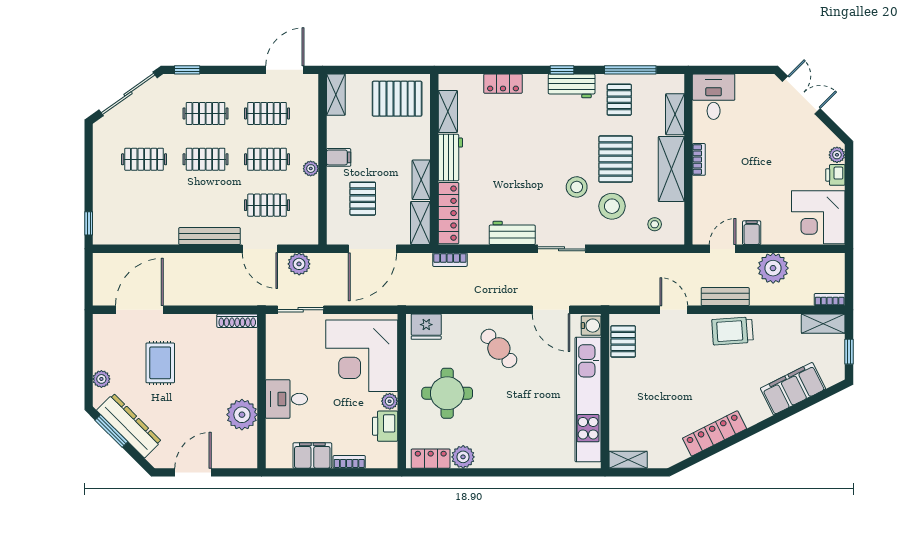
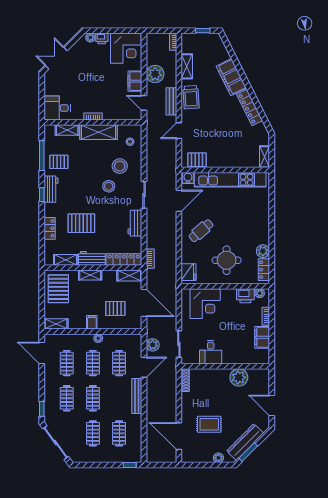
pallet: (616, 159) -> (81, 223), moved
shelving: (421, 180) -> (90, 275), moved
clothes rail: (144, 205) -> (119, 433), added
filing cabinet: (752, 233) -> (135, 81), width x2.00
shelving: (823, 324) -> (187, 66), moved
corner desk: (362, 356) -> (205, 304), width x0.74, depth x0.74
filing cabinet: (793, 389) -> (231, 77), moved
desk: (286, 399) -> (211, 352), moved
plant: (390, 401) -> (260, 293), moved

